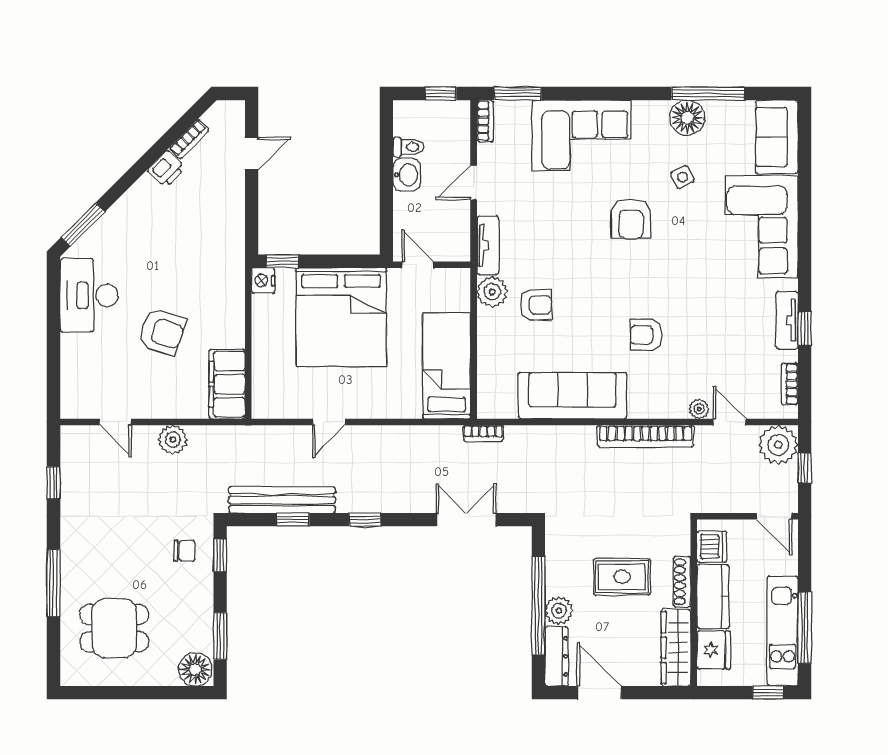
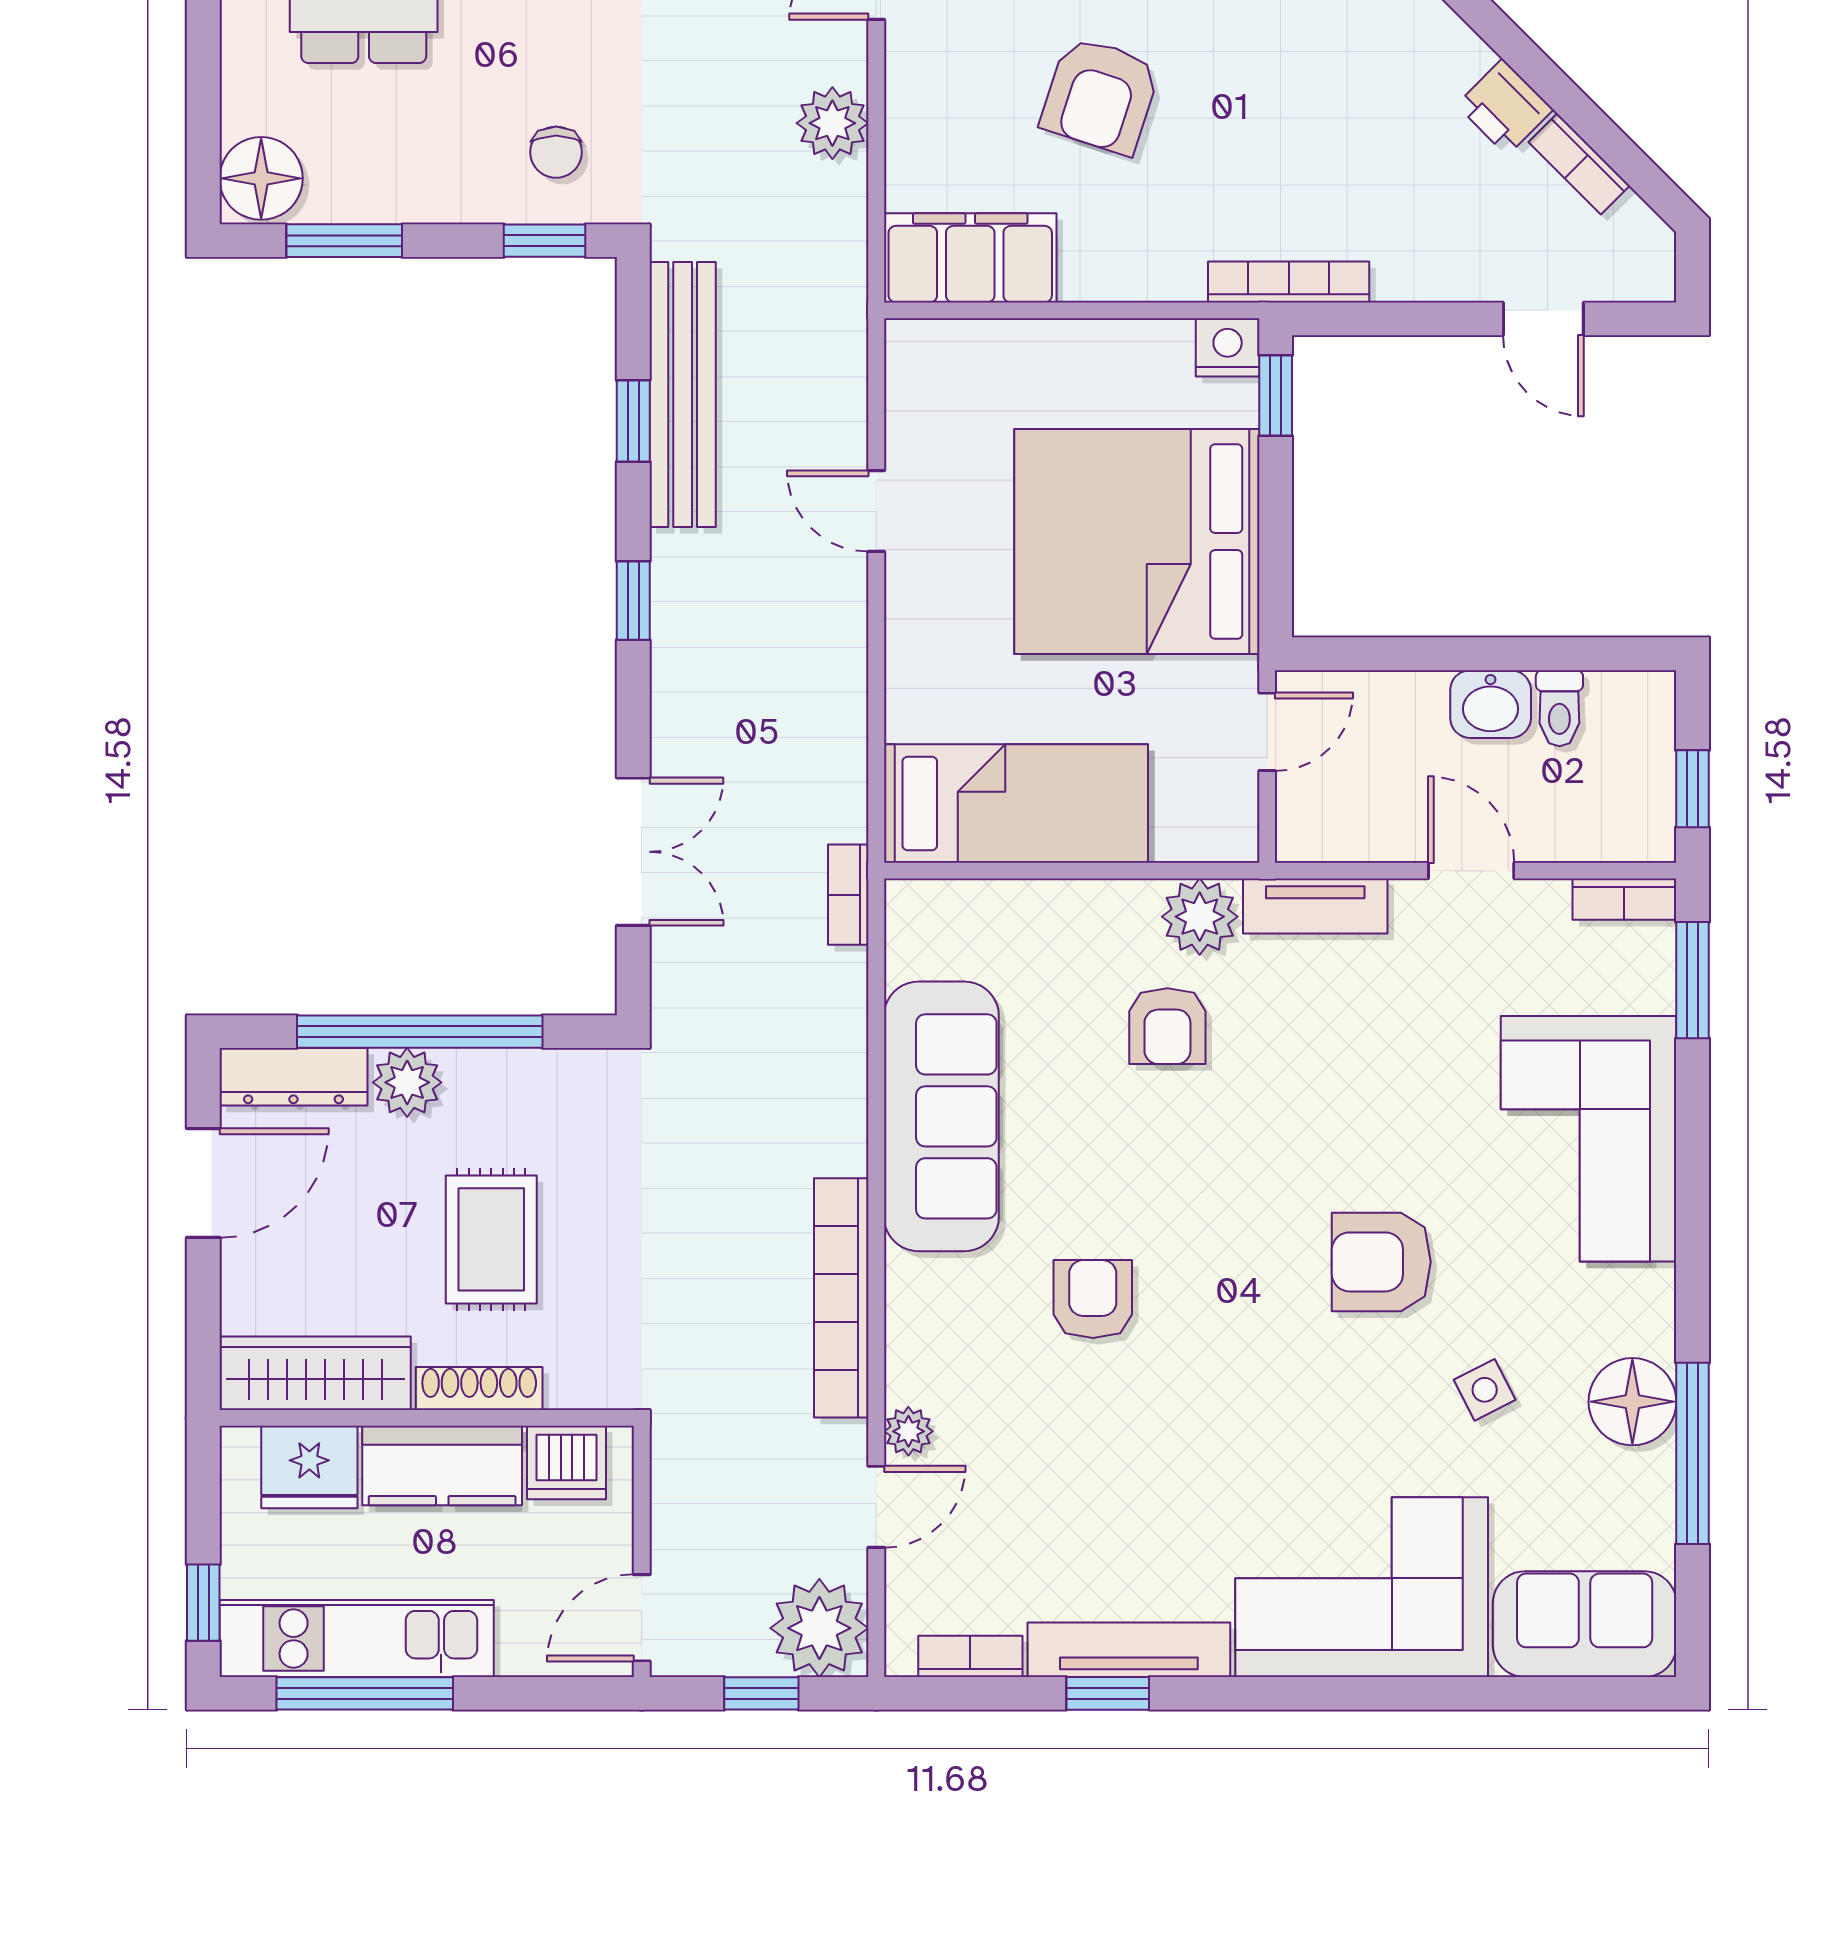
bookcase: (237, 256) -> (1289, 282), added
tv unit: (787, 320) -> (1129, 1650), width x1.41

